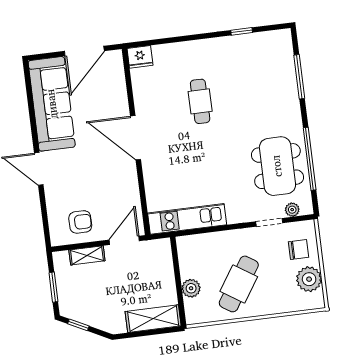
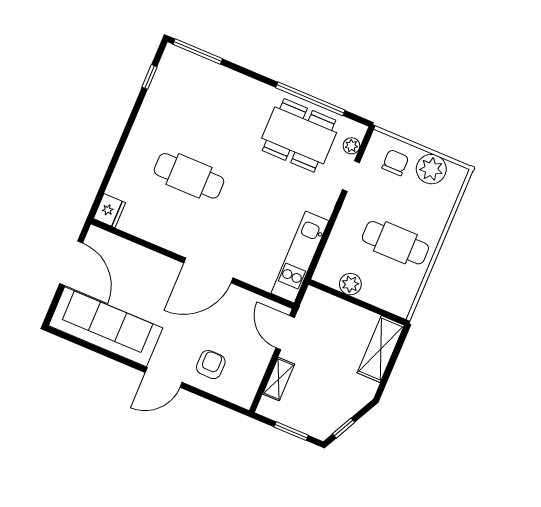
window: (242, 31) -> (150, 77), moved
window: (299, 77) -> (198, 52), moved
cafe table: (200, 101) -> (189, 176), width x1.37, depth x1.35
door: (136, 138) -> (208, 270), moved
armchair: (80, 222) -> (211, 365), moved
cafe table: (239, 284) -> (395, 243), turned -33
plant: (191, 288) -> (350, 284), moved

